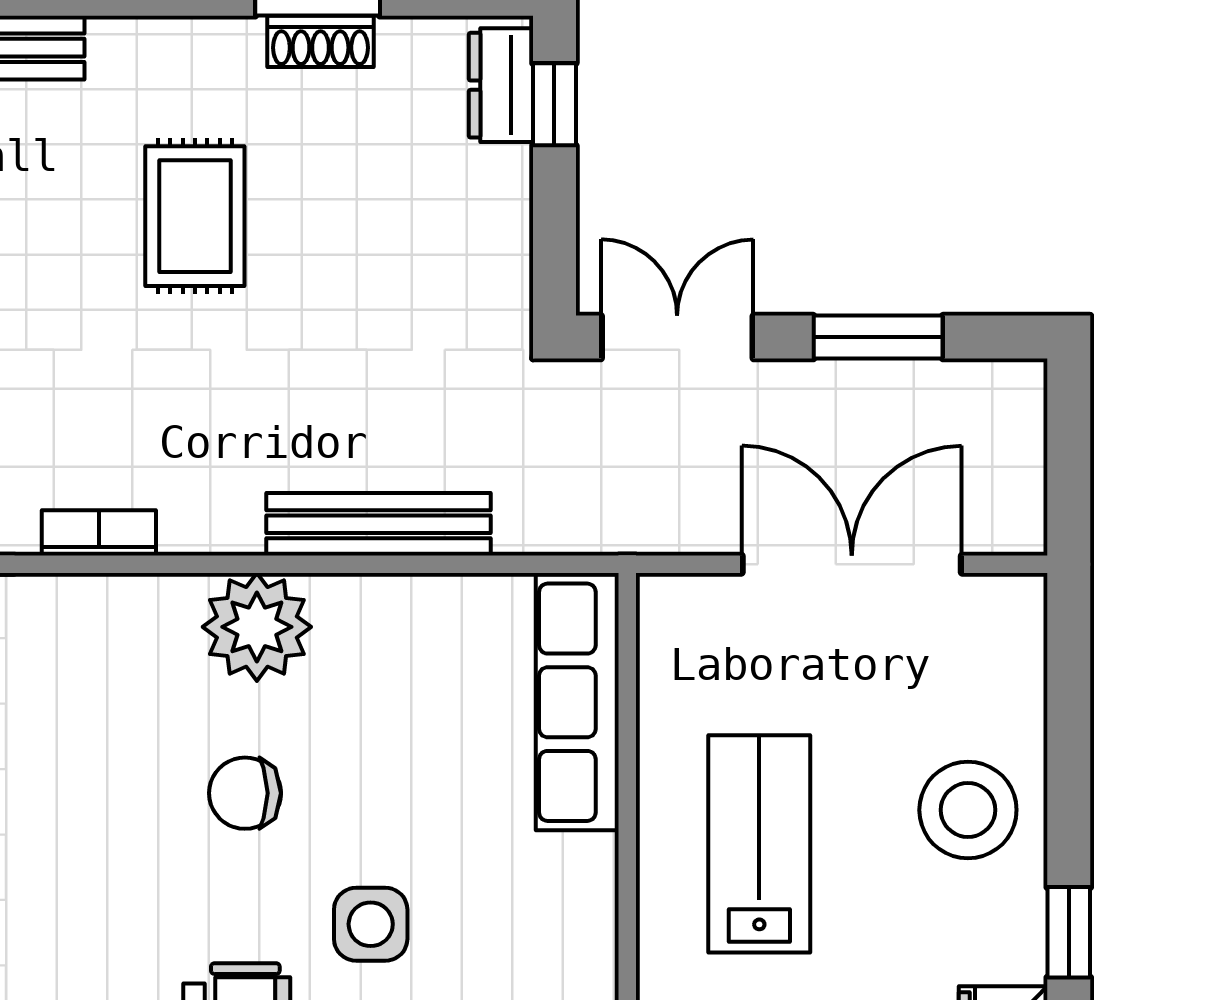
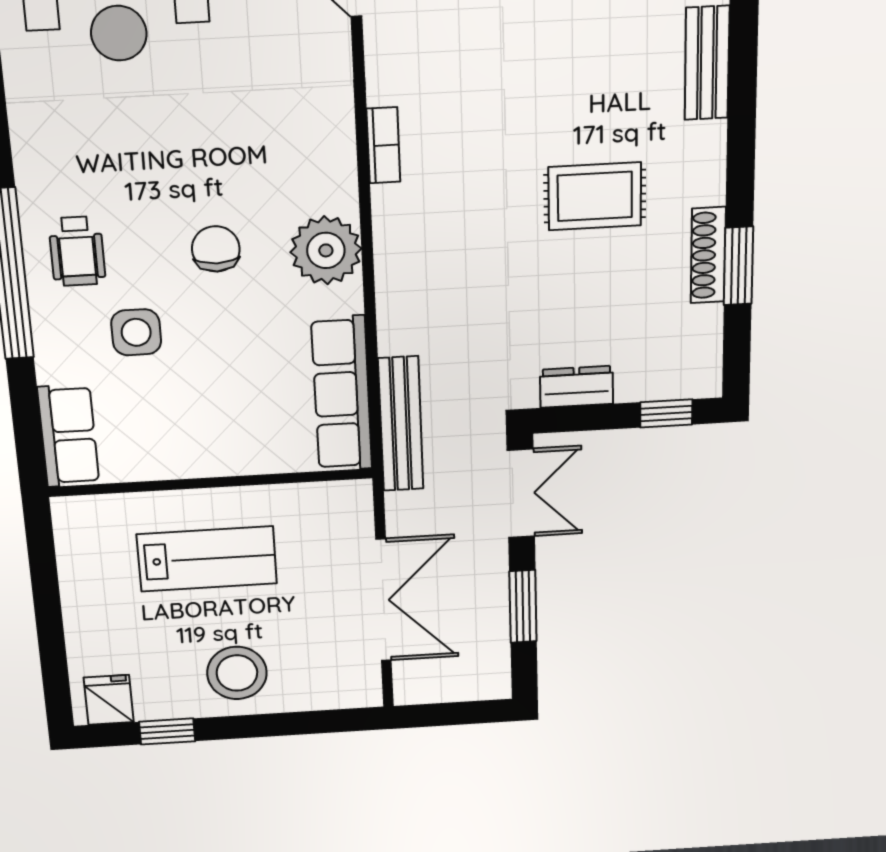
shoe rack: (321, 41) -> (708, 255), width x1.43
dresser: (501, 85) -> (577, 387), moved
bench: (379, 524) -> (401, 424), moved
row of seats: (577, 702) -> (342, 394), moved, turned -90

